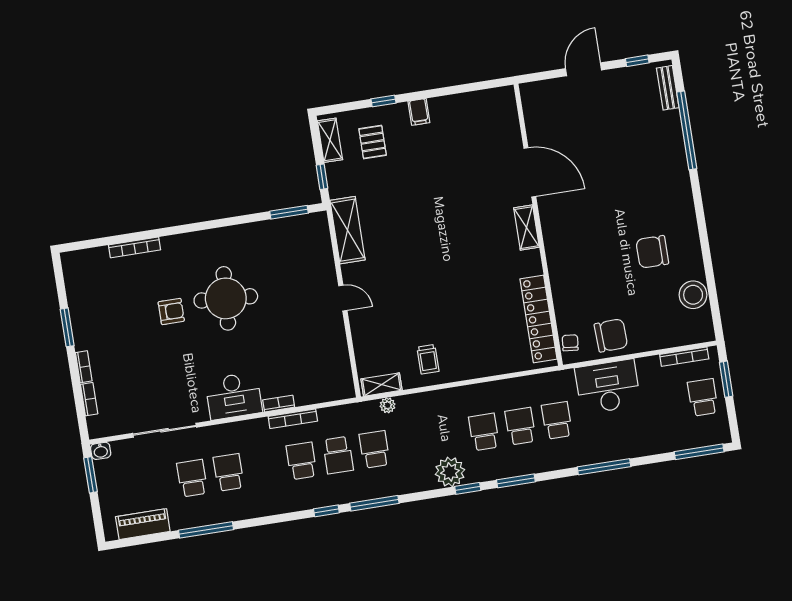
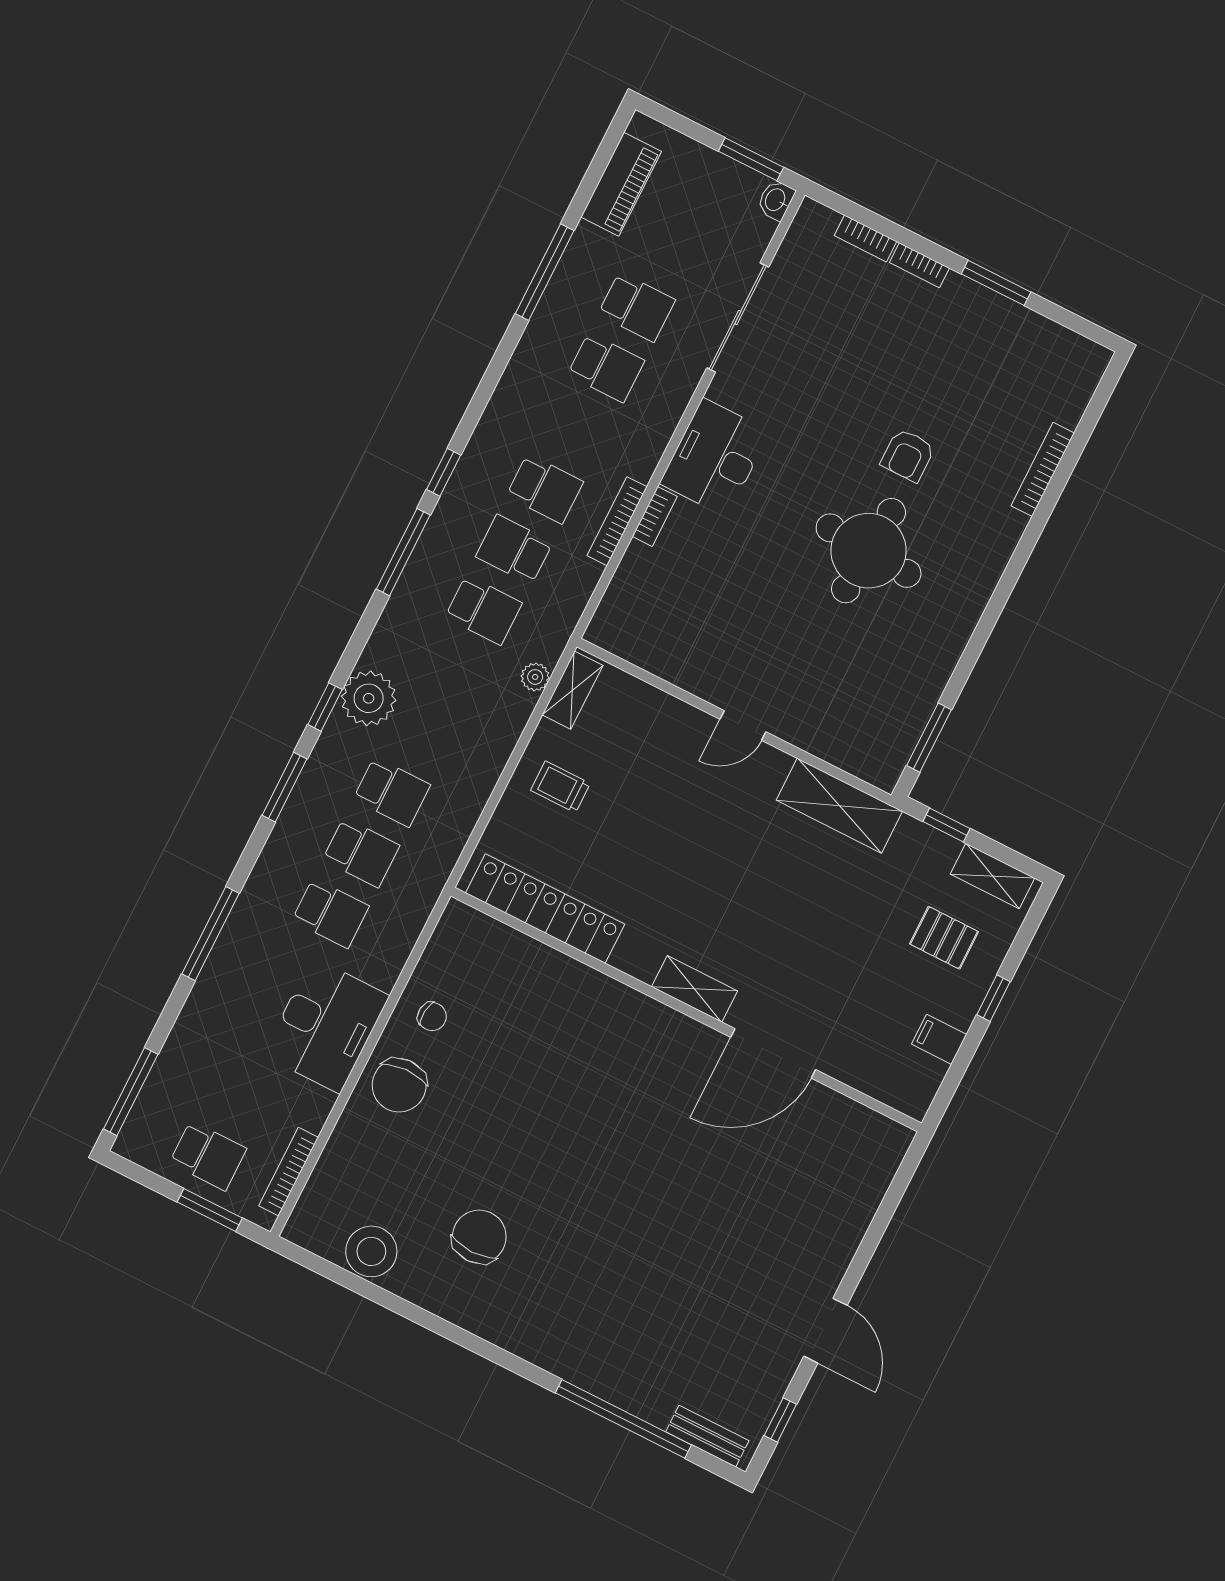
door: (530, 172) -> (773, 1053), moved
wall: (538, 225) -> (686, 1010), moved
shelving: (526, 228) -> (694, 989), moved
locker: (539, 319) -> (545, 909), moved

